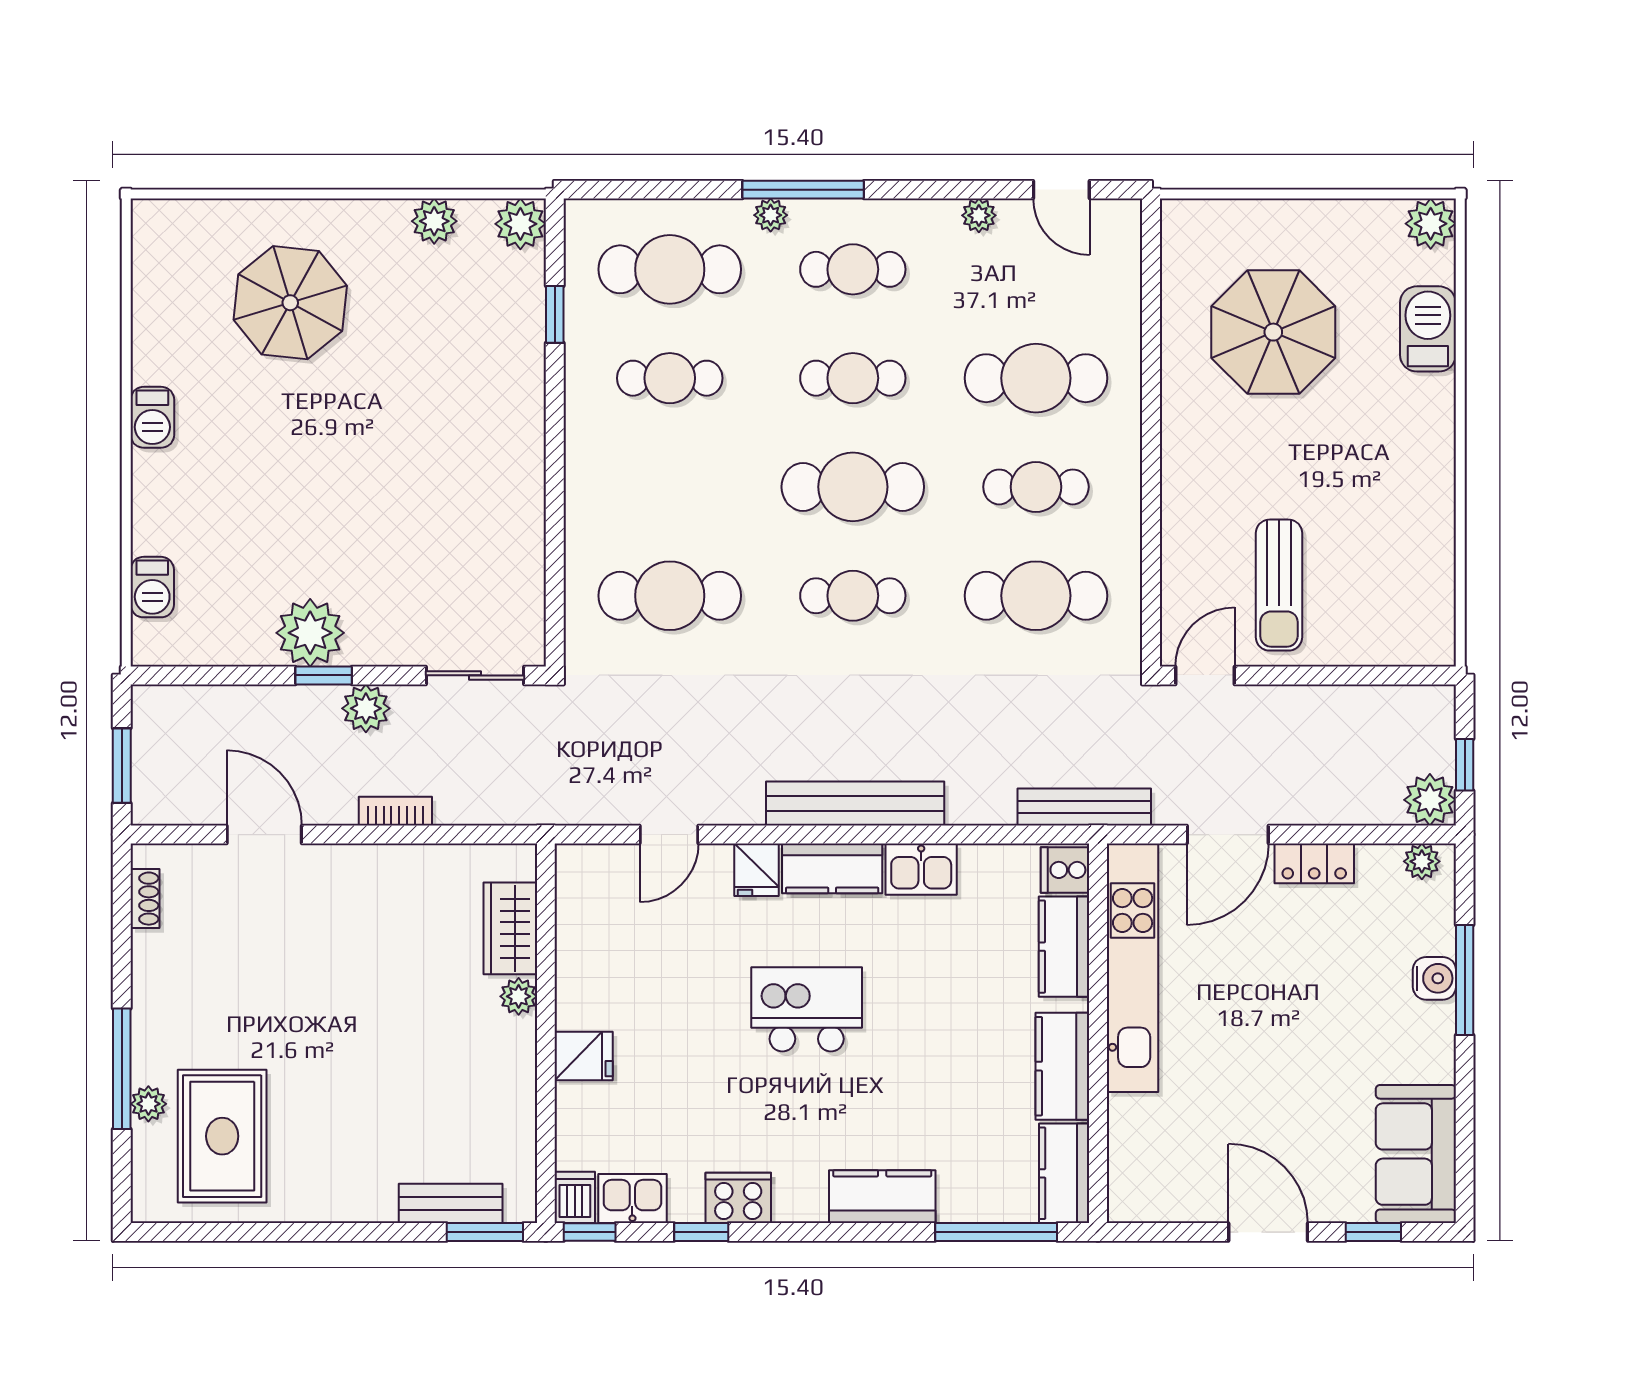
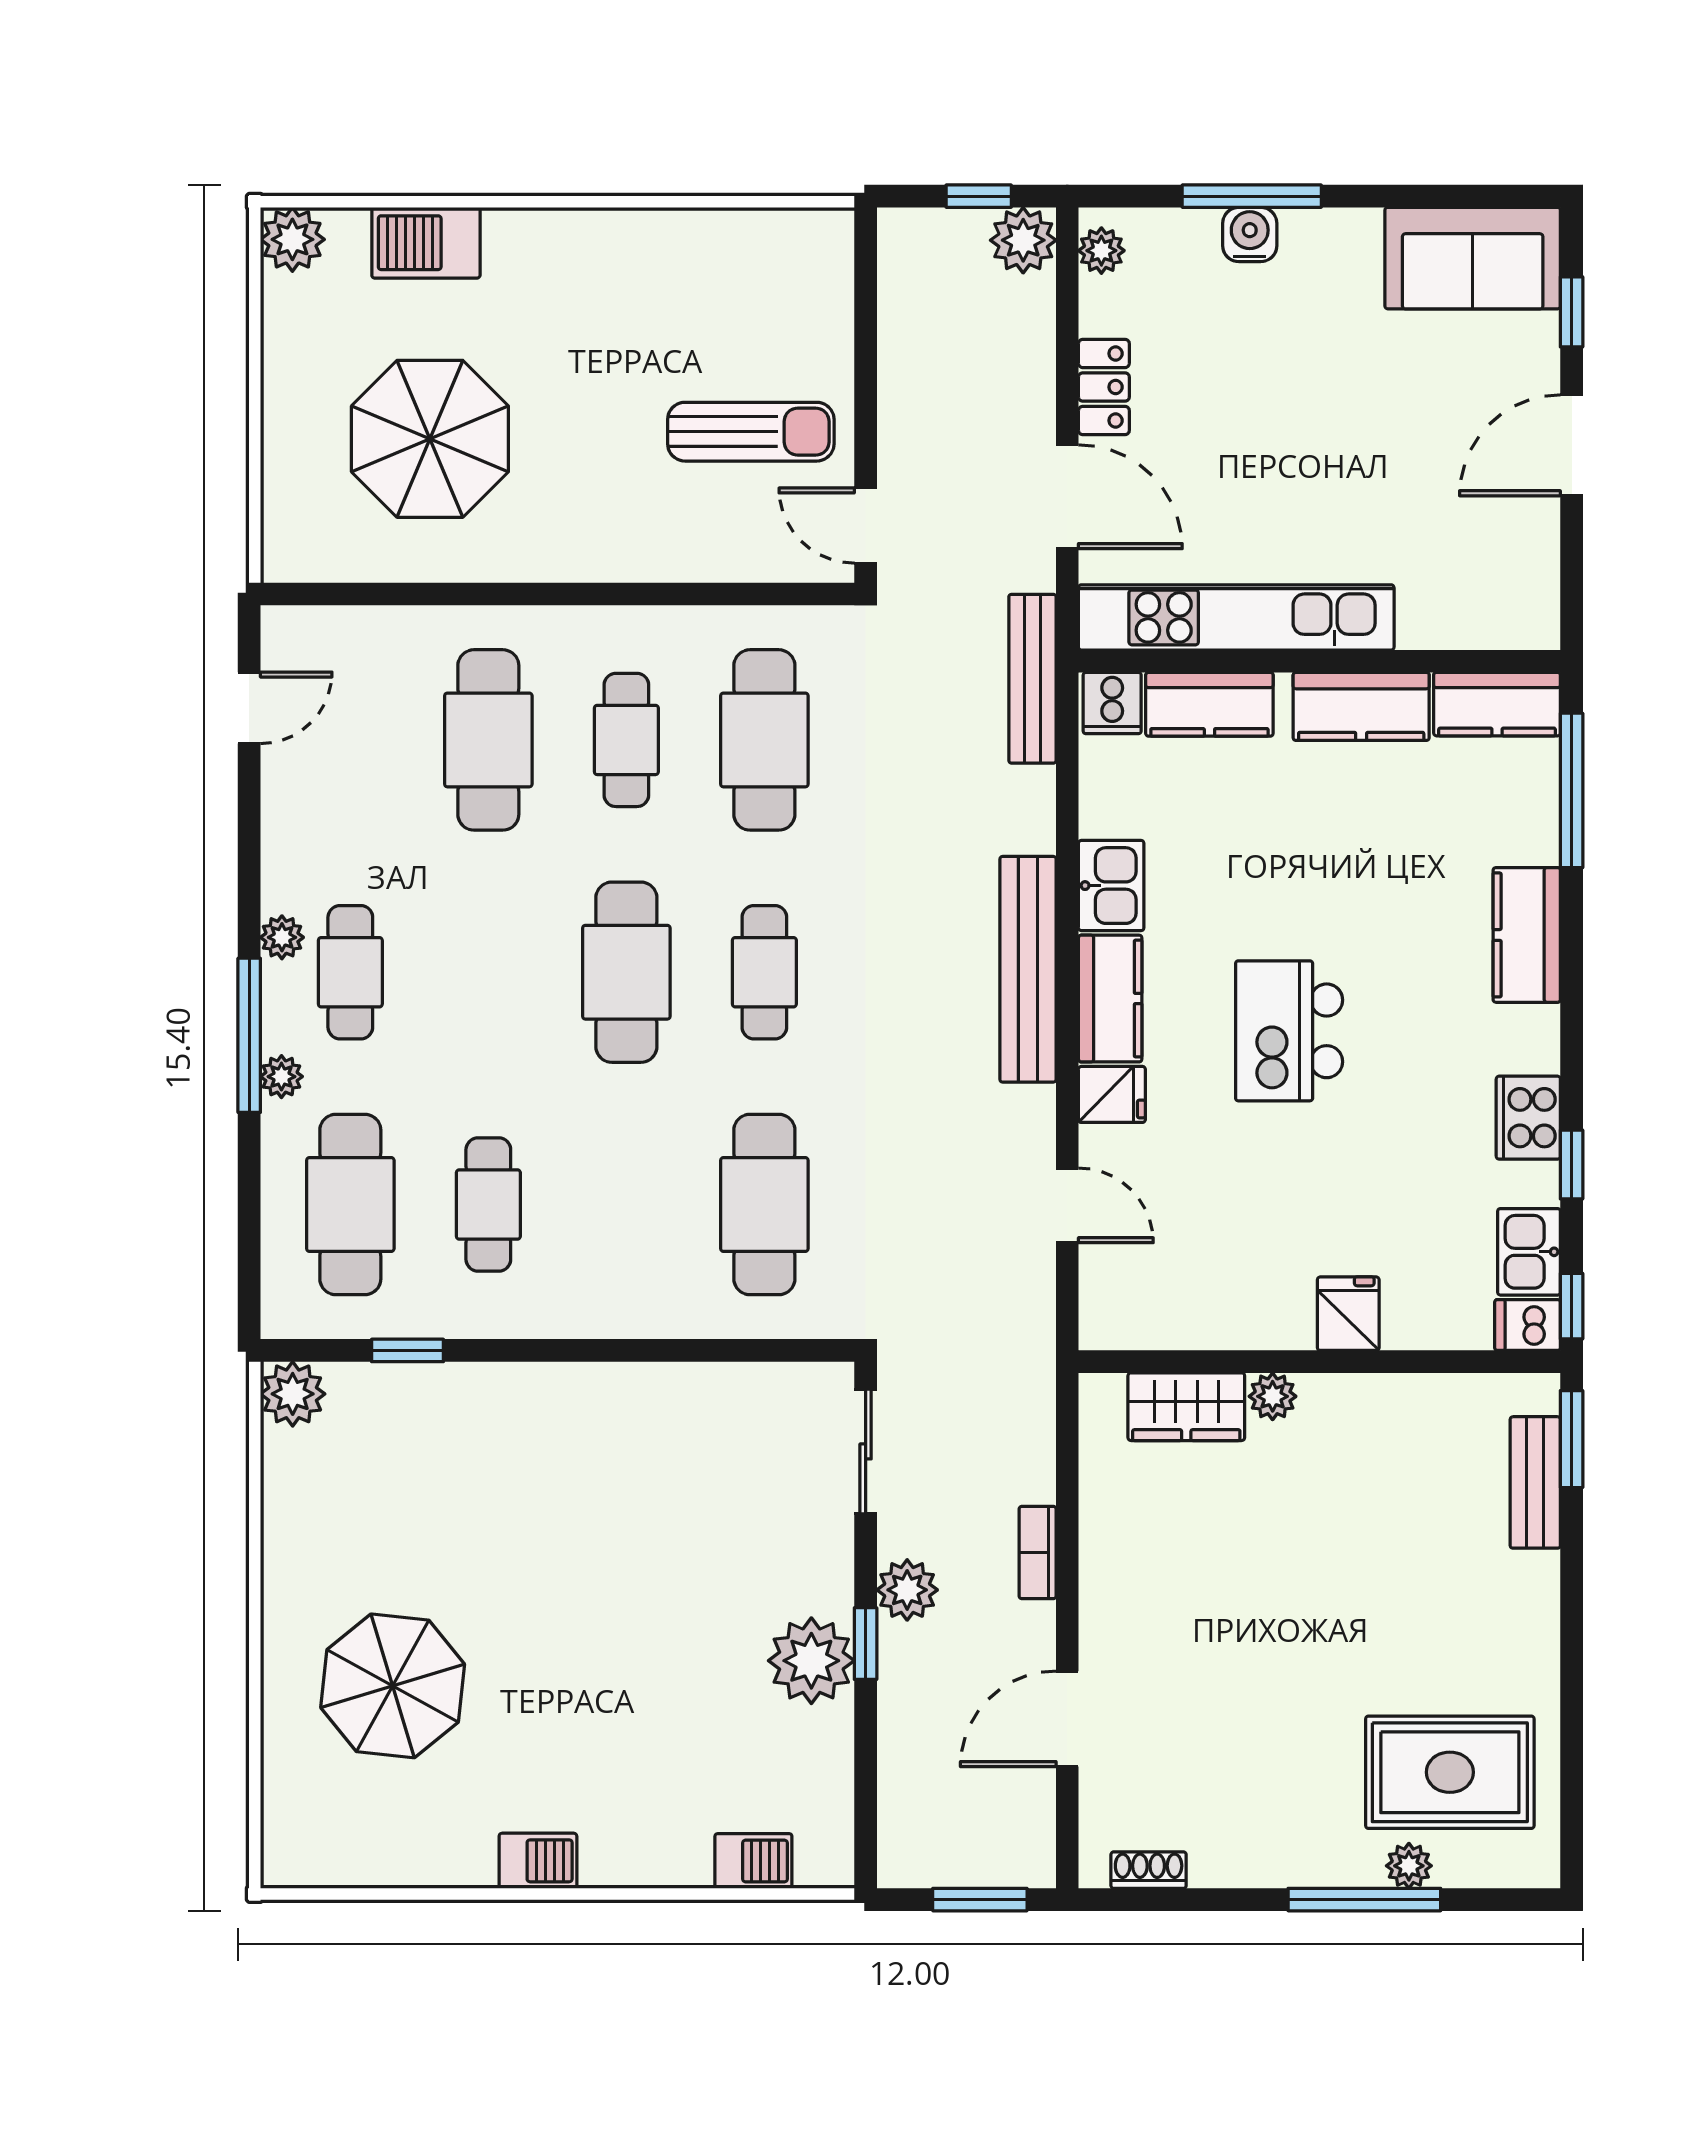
plant: (979, 215) -> (282, 937), moved
plant: (434, 221) -> (289, 1503), removed
cafe table: (853, 378) -> (488, 972), removed

